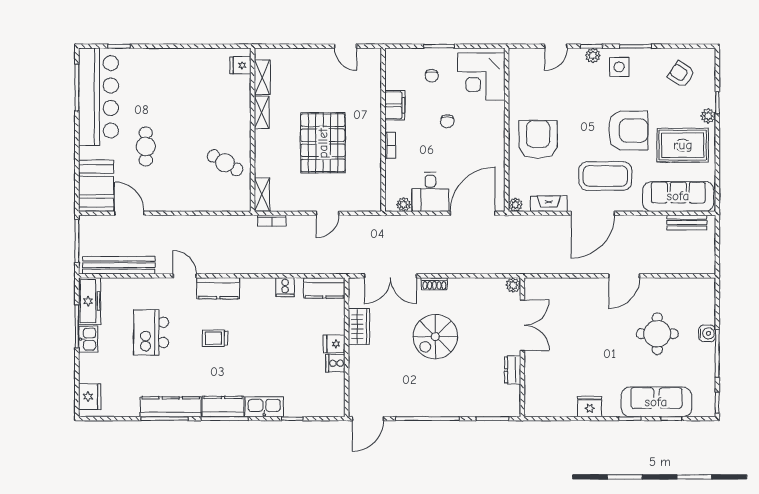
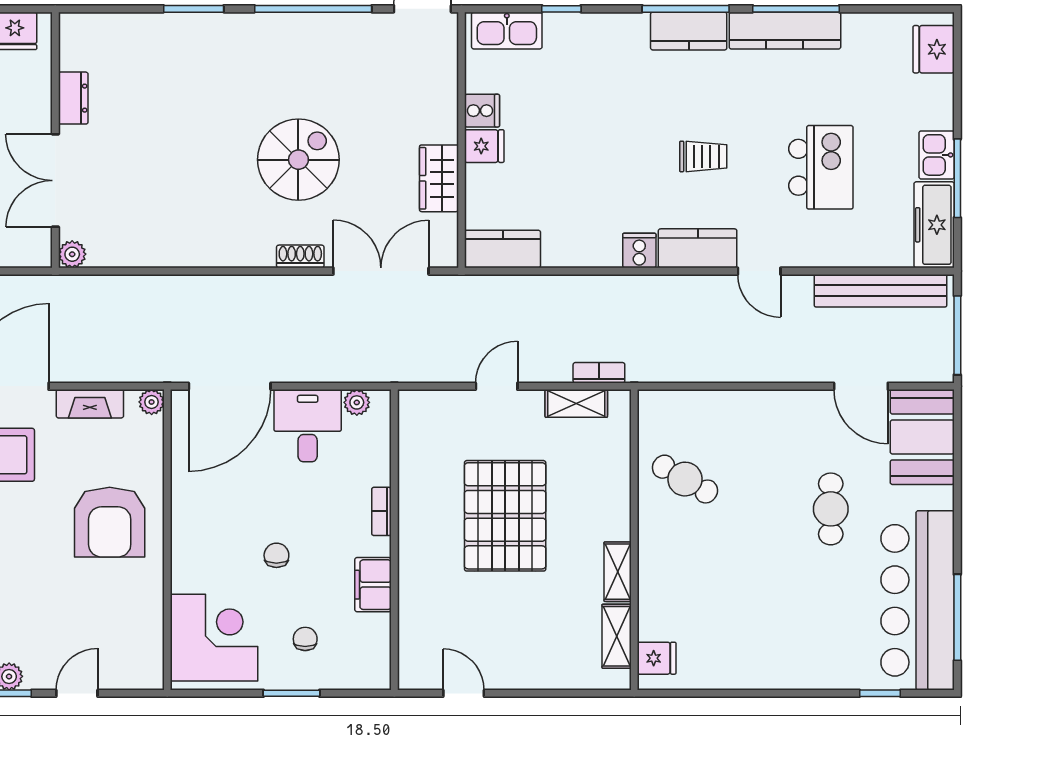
shelving: (262, 195) -> (576, 403), moved, turned 90
plant: (513, 285) -> (72, 254), moved
cooker: (285, 287) -> (639, 250), moved
double door: (522, 325) -> (55, 181), moved
wall: (522, 347) -> (55, 140), moved
dresser: (513, 370) -> (73, 98), moved
kitchen sink: (264, 407) -> (507, 31), moved

